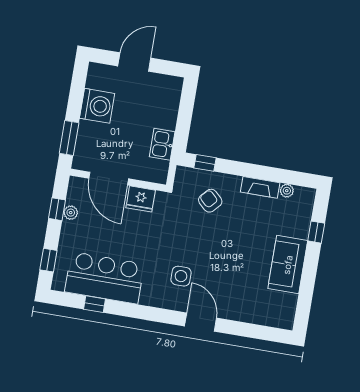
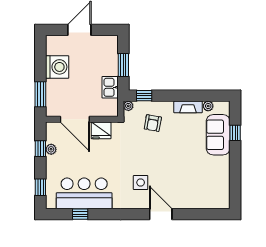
window: (184, 118) -> (123, 65), added
plant: (182, 173) -> (128, 106), added
armchair: (210, 201) -> (153, 123), turned -123
sofa: (288, 265) -> (218, 135), moved

